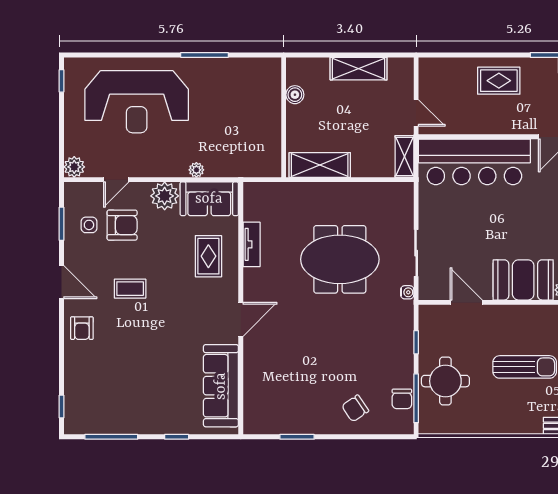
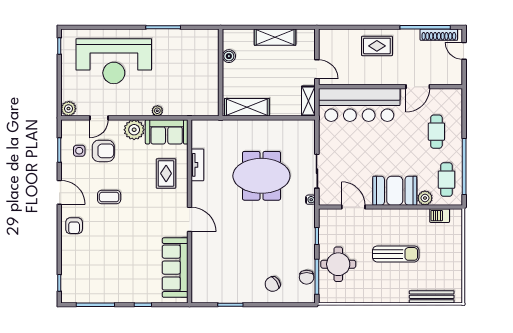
door: (241, 319) -> (190, 219), hinge flipped

